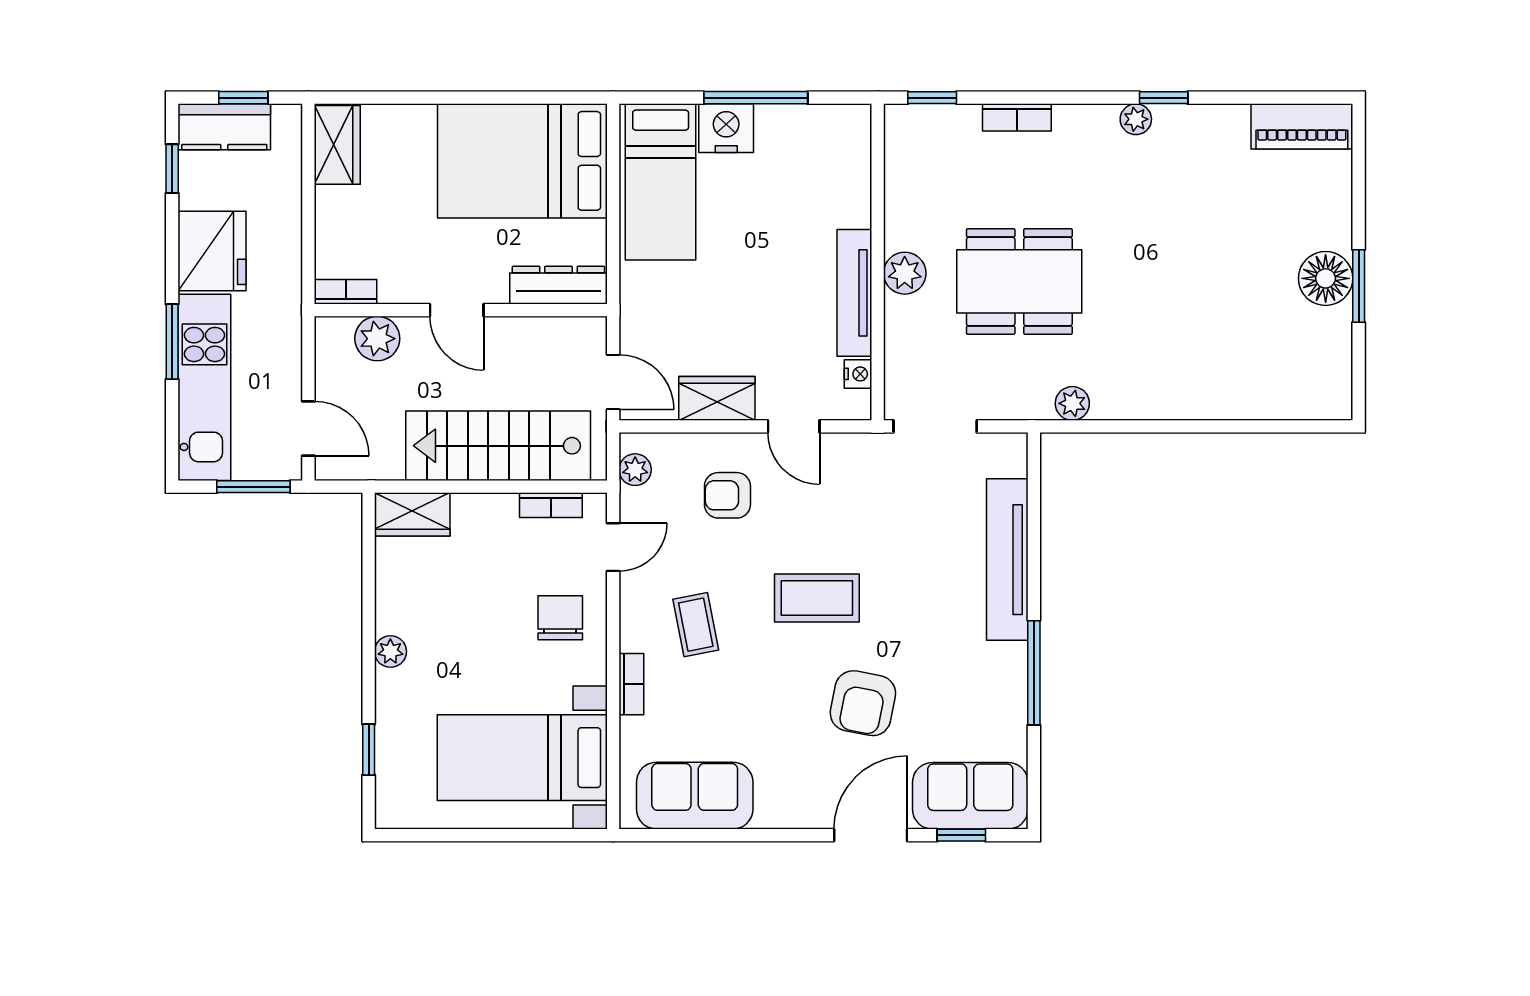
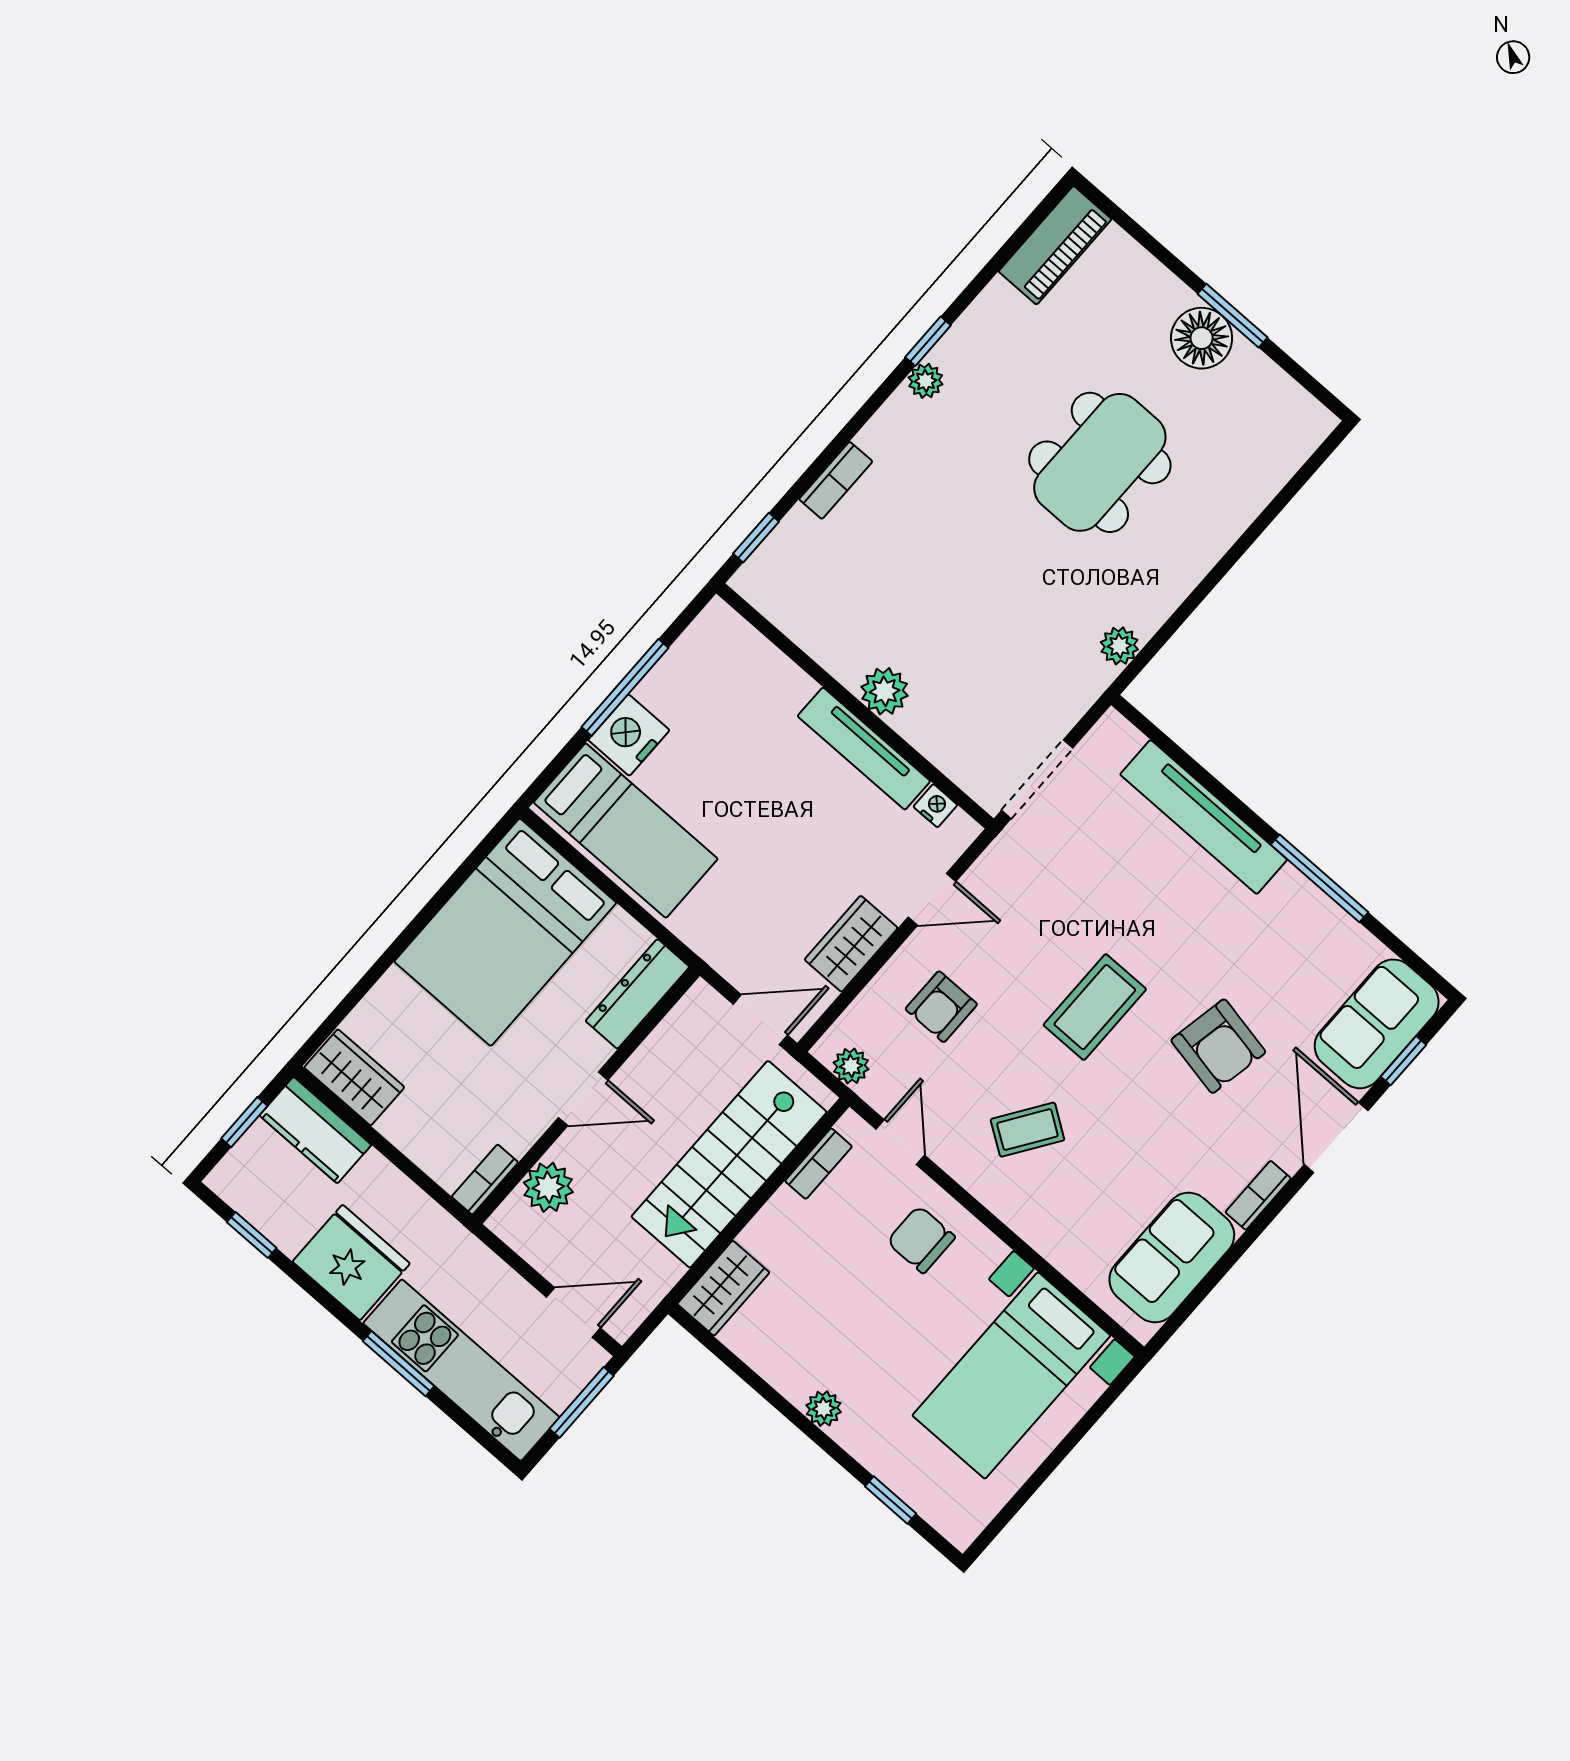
kitchen counter: (224, 127) -> (315, 1130), moved, turned 90
dining table: (1019, 281) -> (1100, 462), moved
coffee table: (696, 625) -> (1027, 1130), turned -45
bookcase: (631, 684) -> (1258, 1195), moved, turned -90

